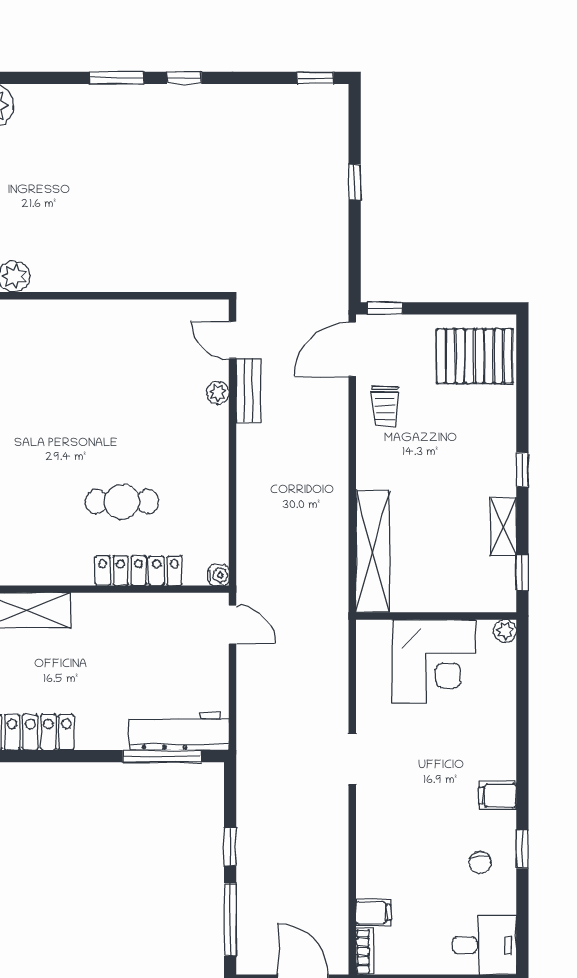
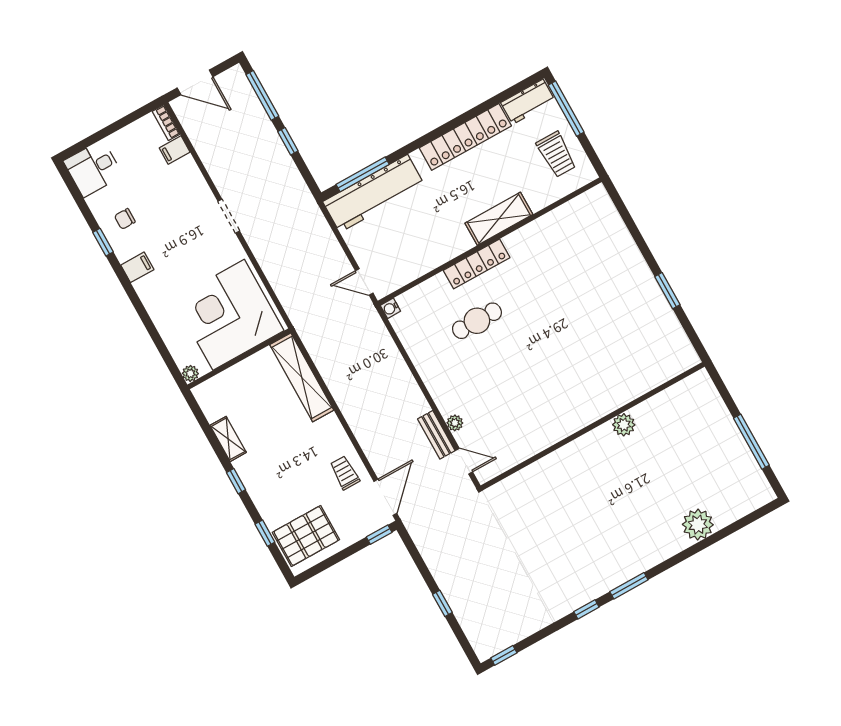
locker: (138, 571) -> (477, 264), moved
window: (522, 573) -> (265, 533), moved
corner desk: (434, 661) -> (229, 315), width x1.36, depth x1.36
workbench: (179, 732) -> (374, 193), width x1.36, depth x1.32
doorway: (352, 759) -> (229, 216), moved
chair: (480, 863) -> (125, 219), turned -87

